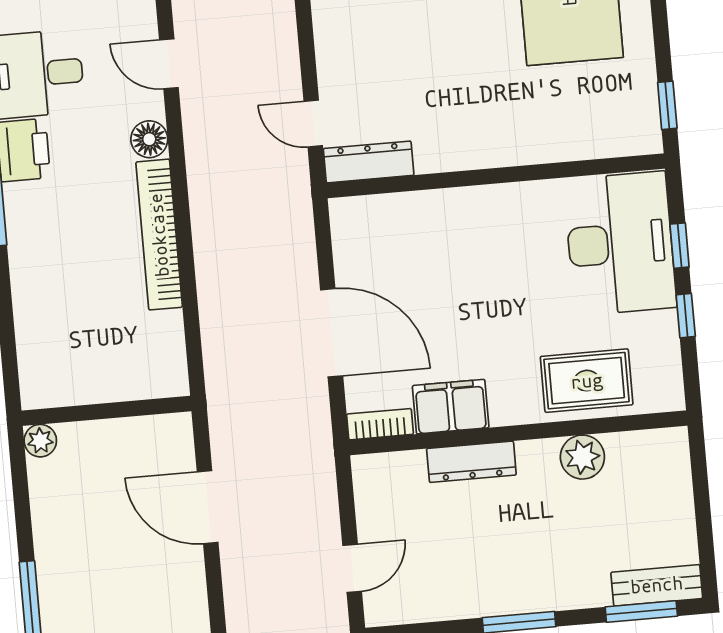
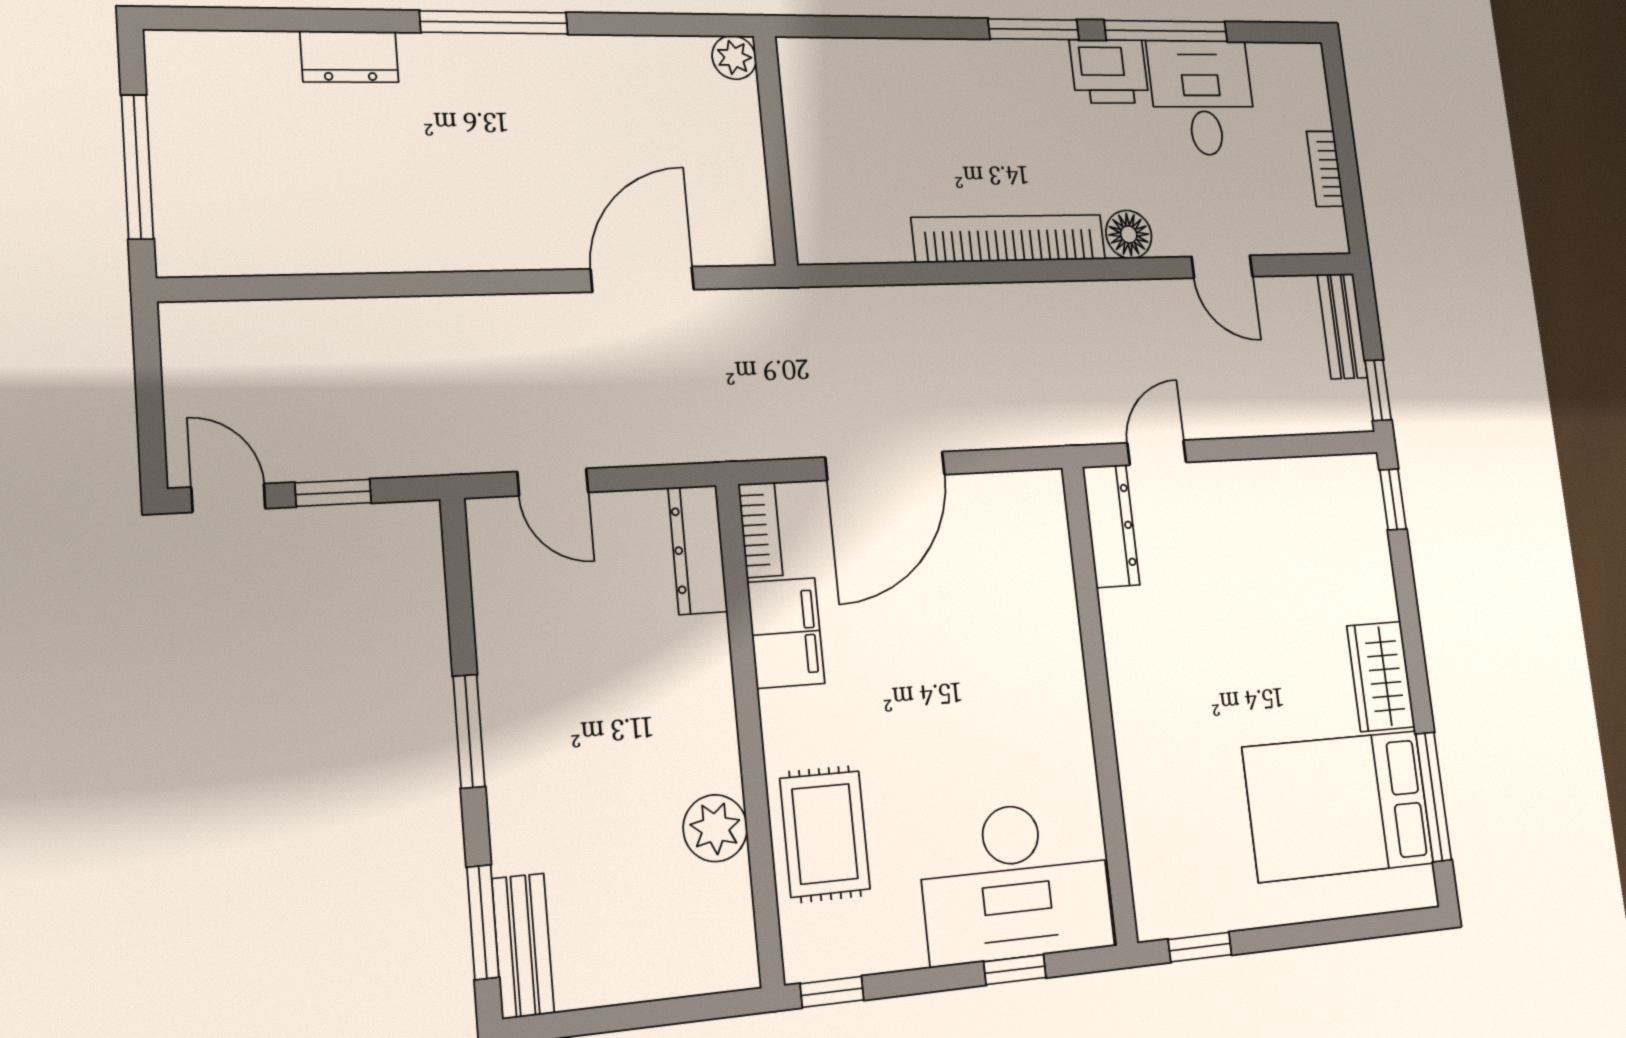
door: (169, 64) -> (1222, 267), swing flipped
window: (686, 316) -> (832, 992), moved
dresser: (471, 462) -> (698, 550), moved

